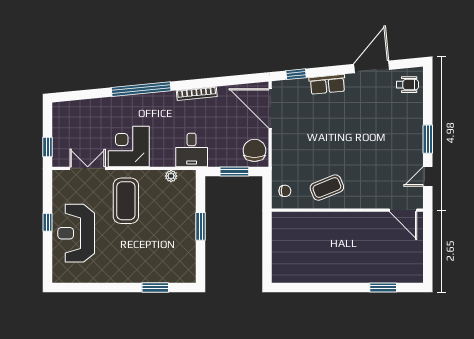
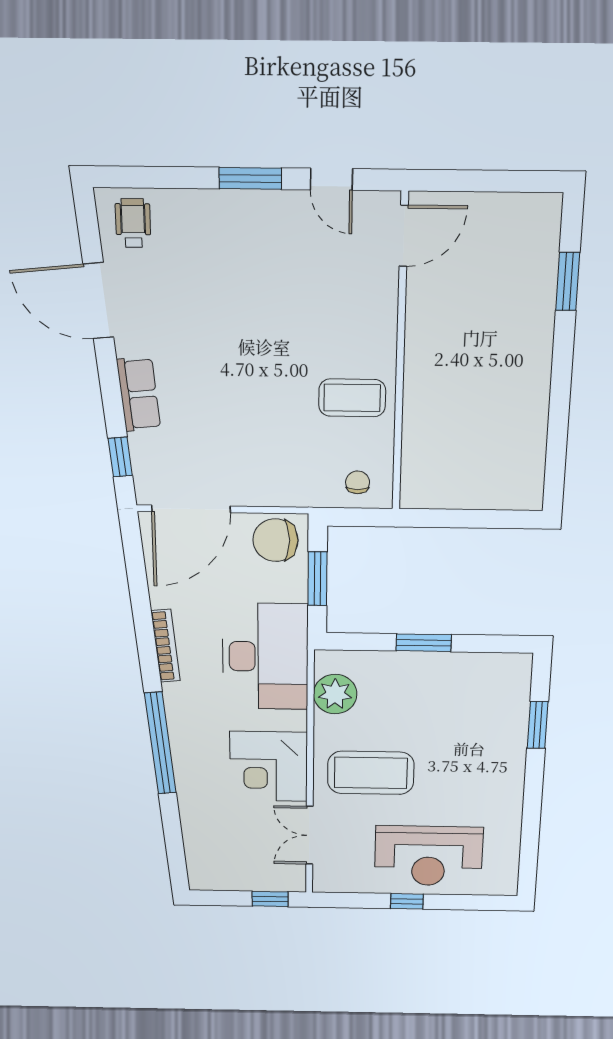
desk: (192, 150) -> (265, 657), width x1.87, depth x1.30
plant: (171, 176) -> (335, 694), width x1.88, depth x1.88
coffee table: (327, 188) -> (352, 398), turned -68

